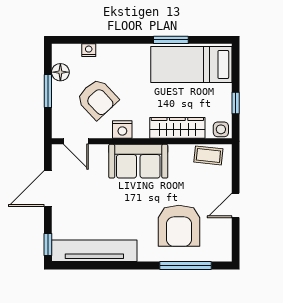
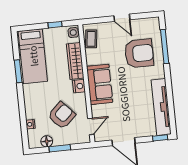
nightstand: (122, 130) -> (79, 86), moved

